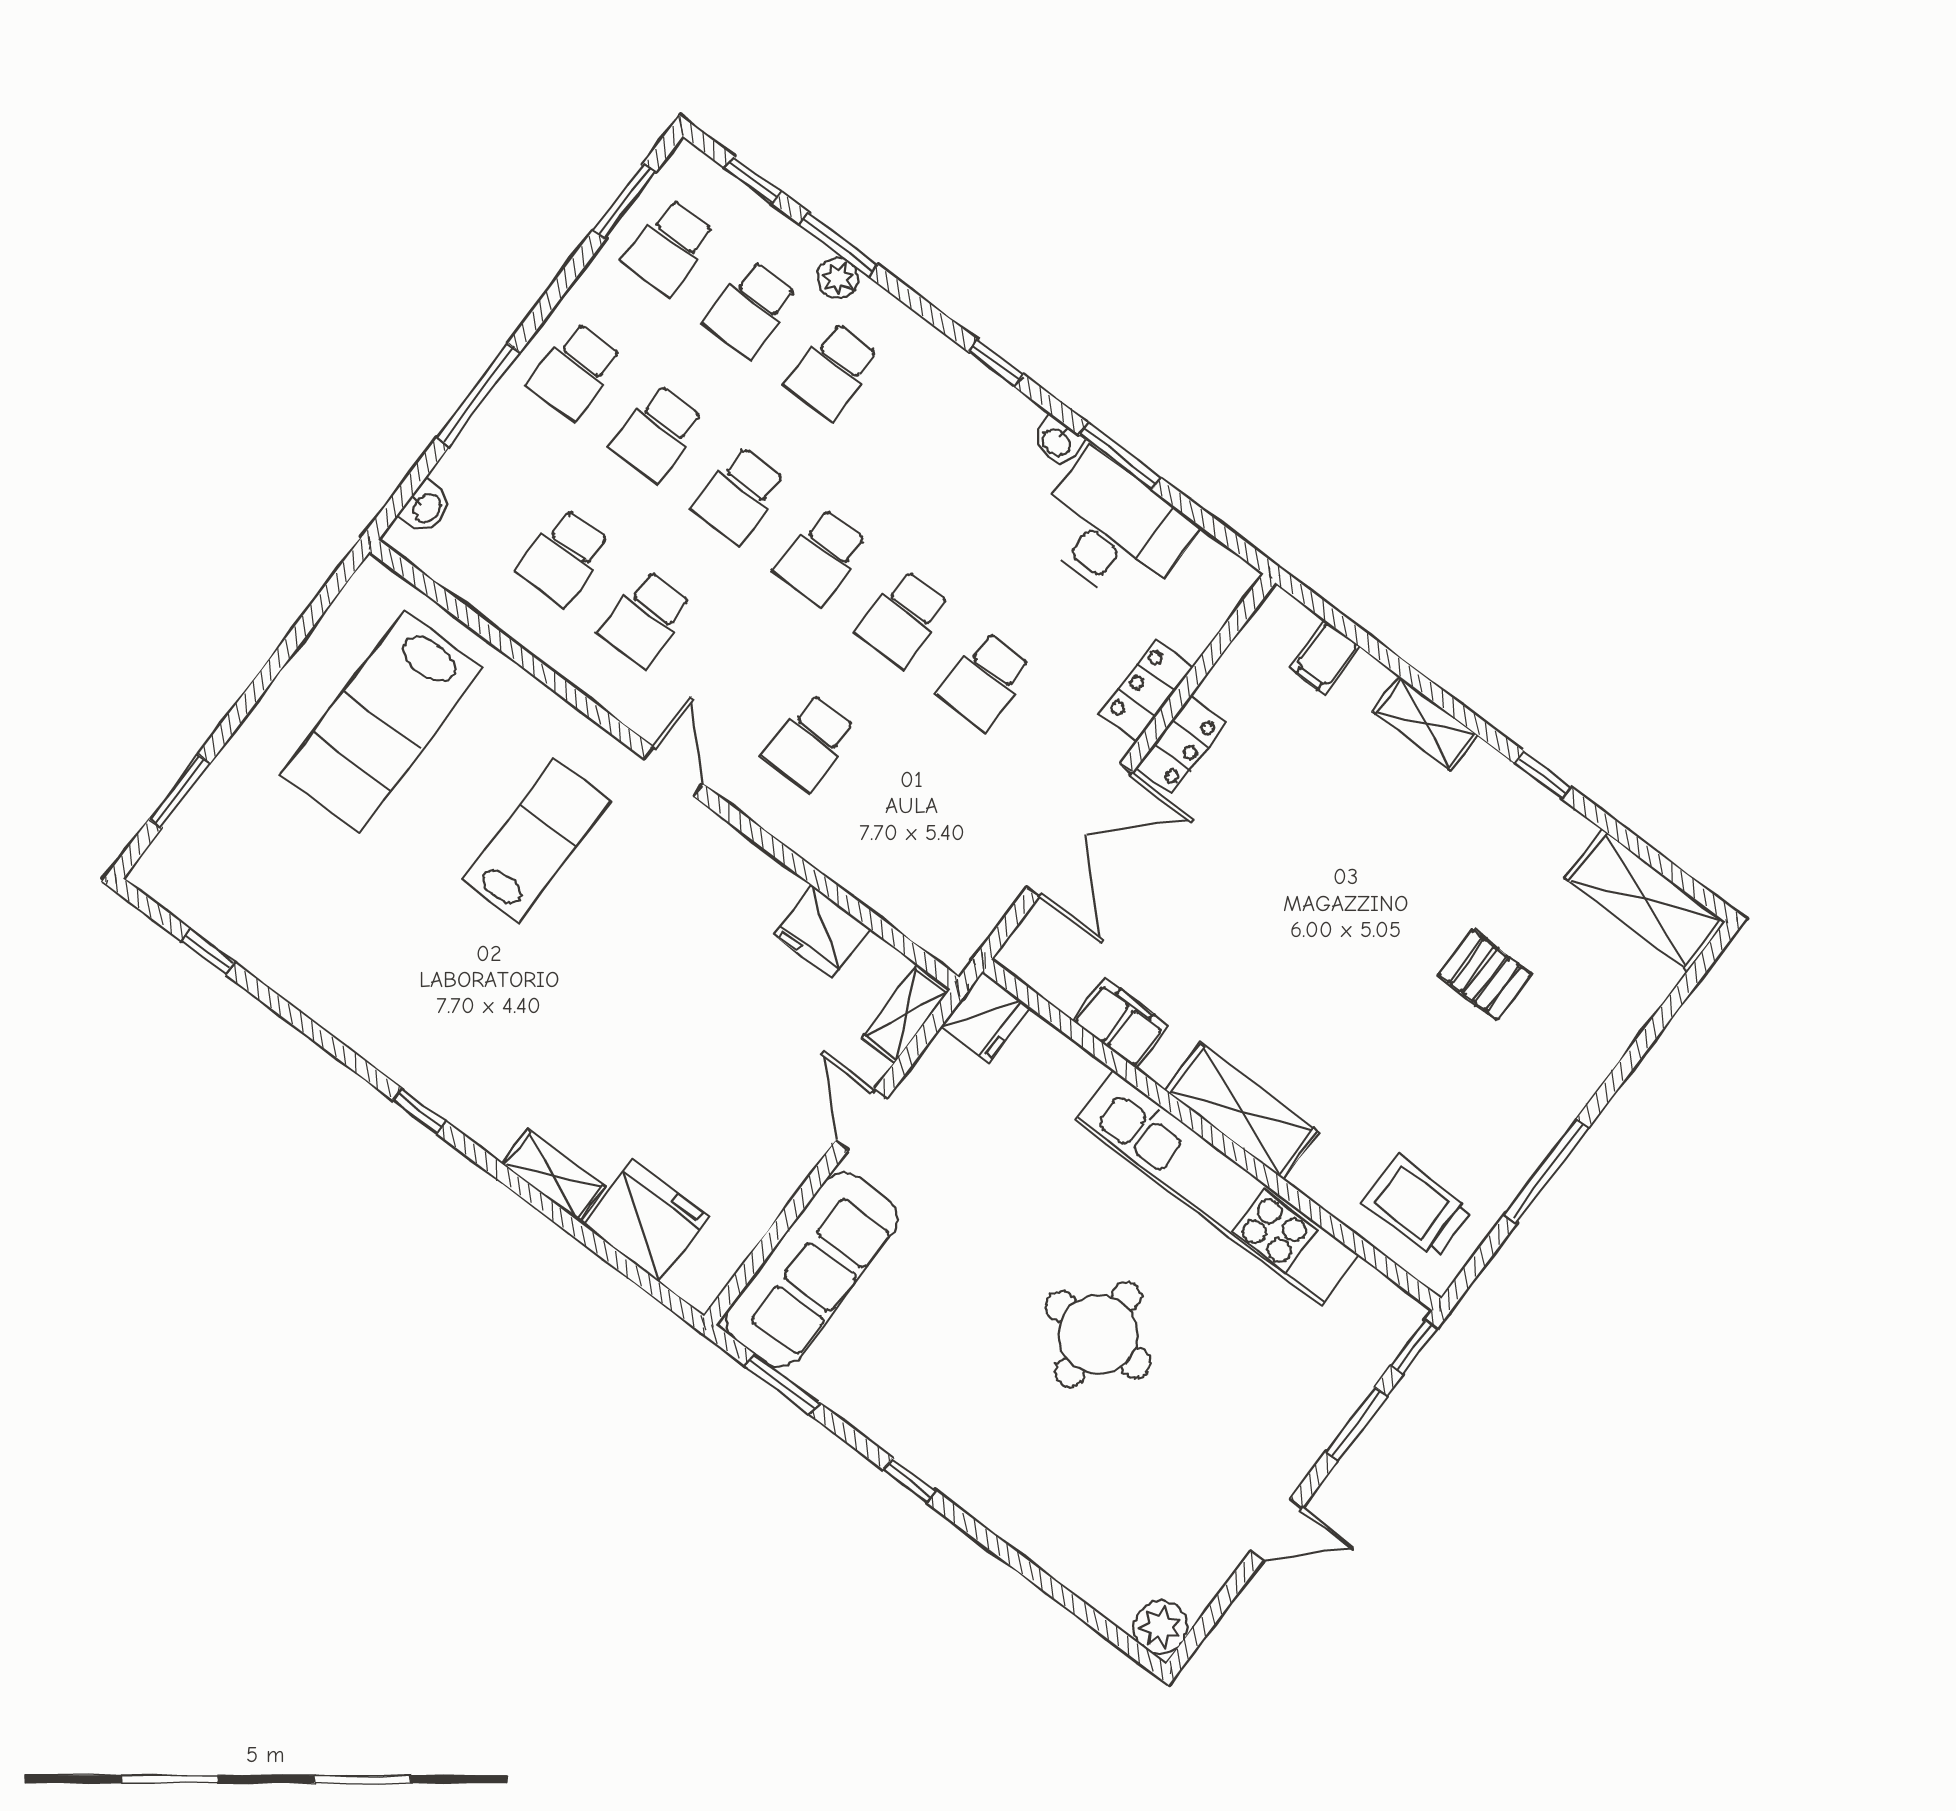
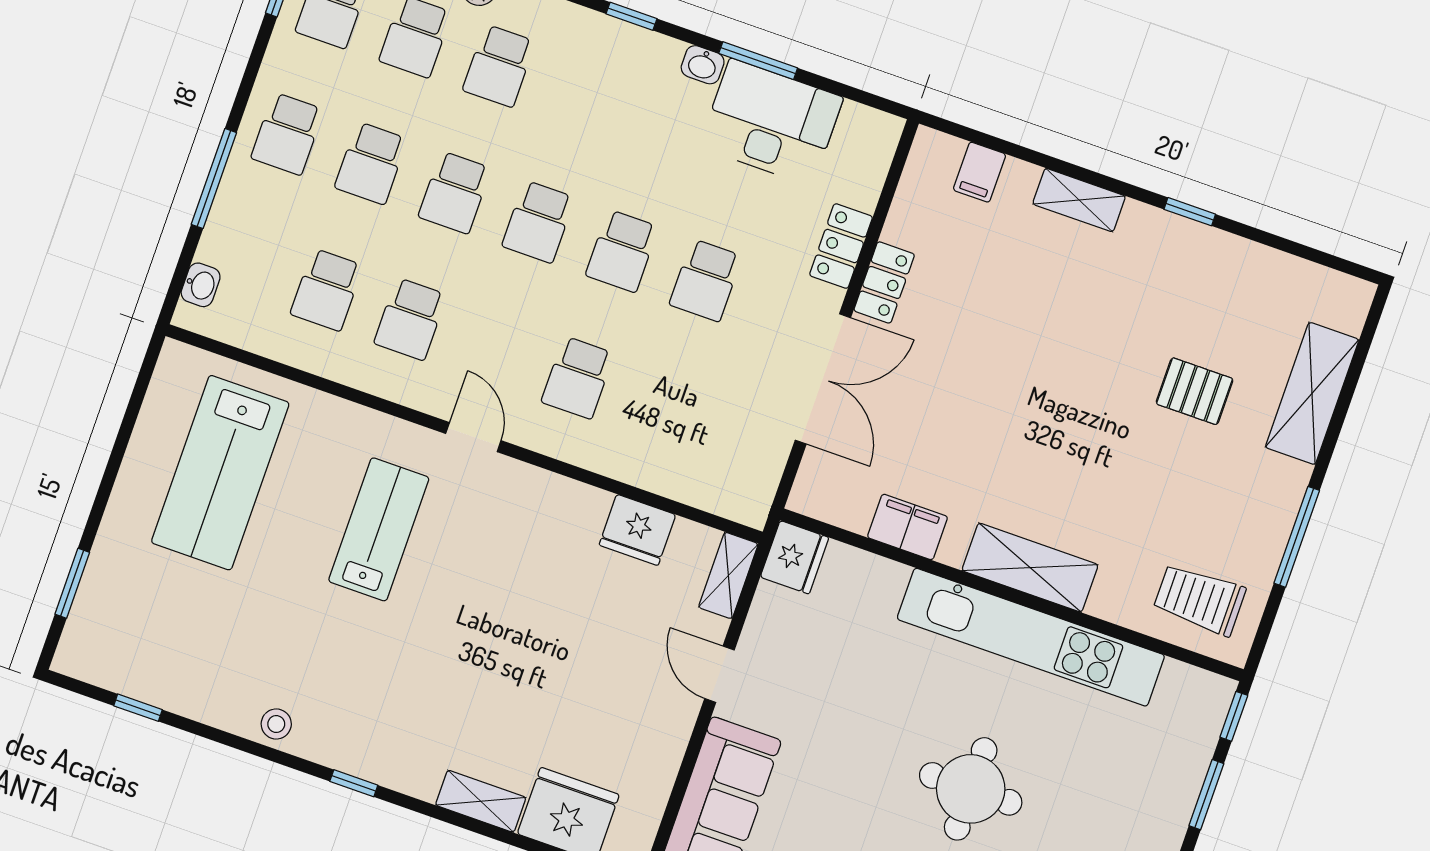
shelving: (1645, 900) -> (1312, 393), moved, turned 90
stool: (355, 1018) -> (276, 724), added

